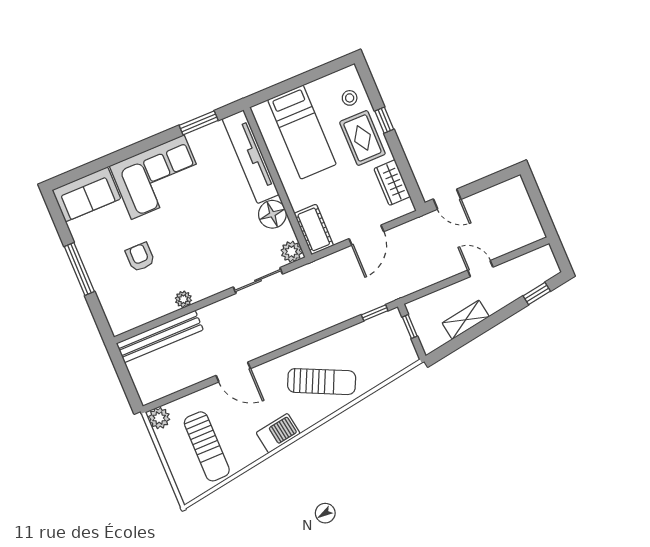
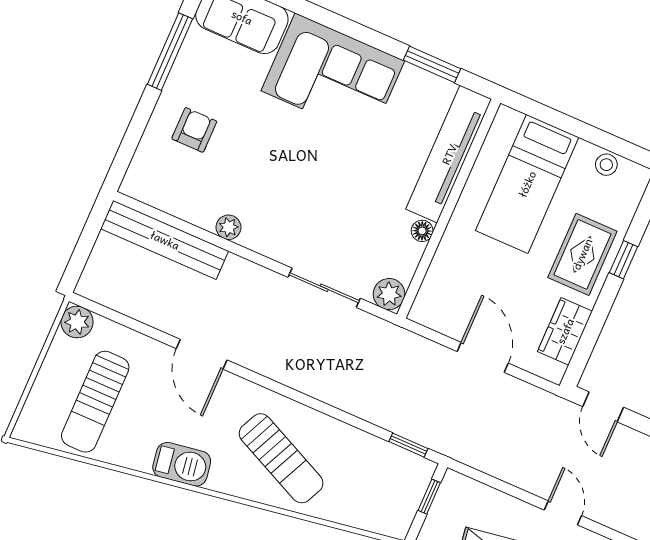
stool: (350, 98) -> (606, 165), moved
floor lamp: (272, 214) -> (422, 231), width x0.53, depth x0.53
cot: (314, 229) -> (435, 295), removed
door: (366, 235) -> (483, 357), swing flipped
armchair: (140, 257) -> (194, 130), moved
window: (79, 269) -> (170, 52), moved

